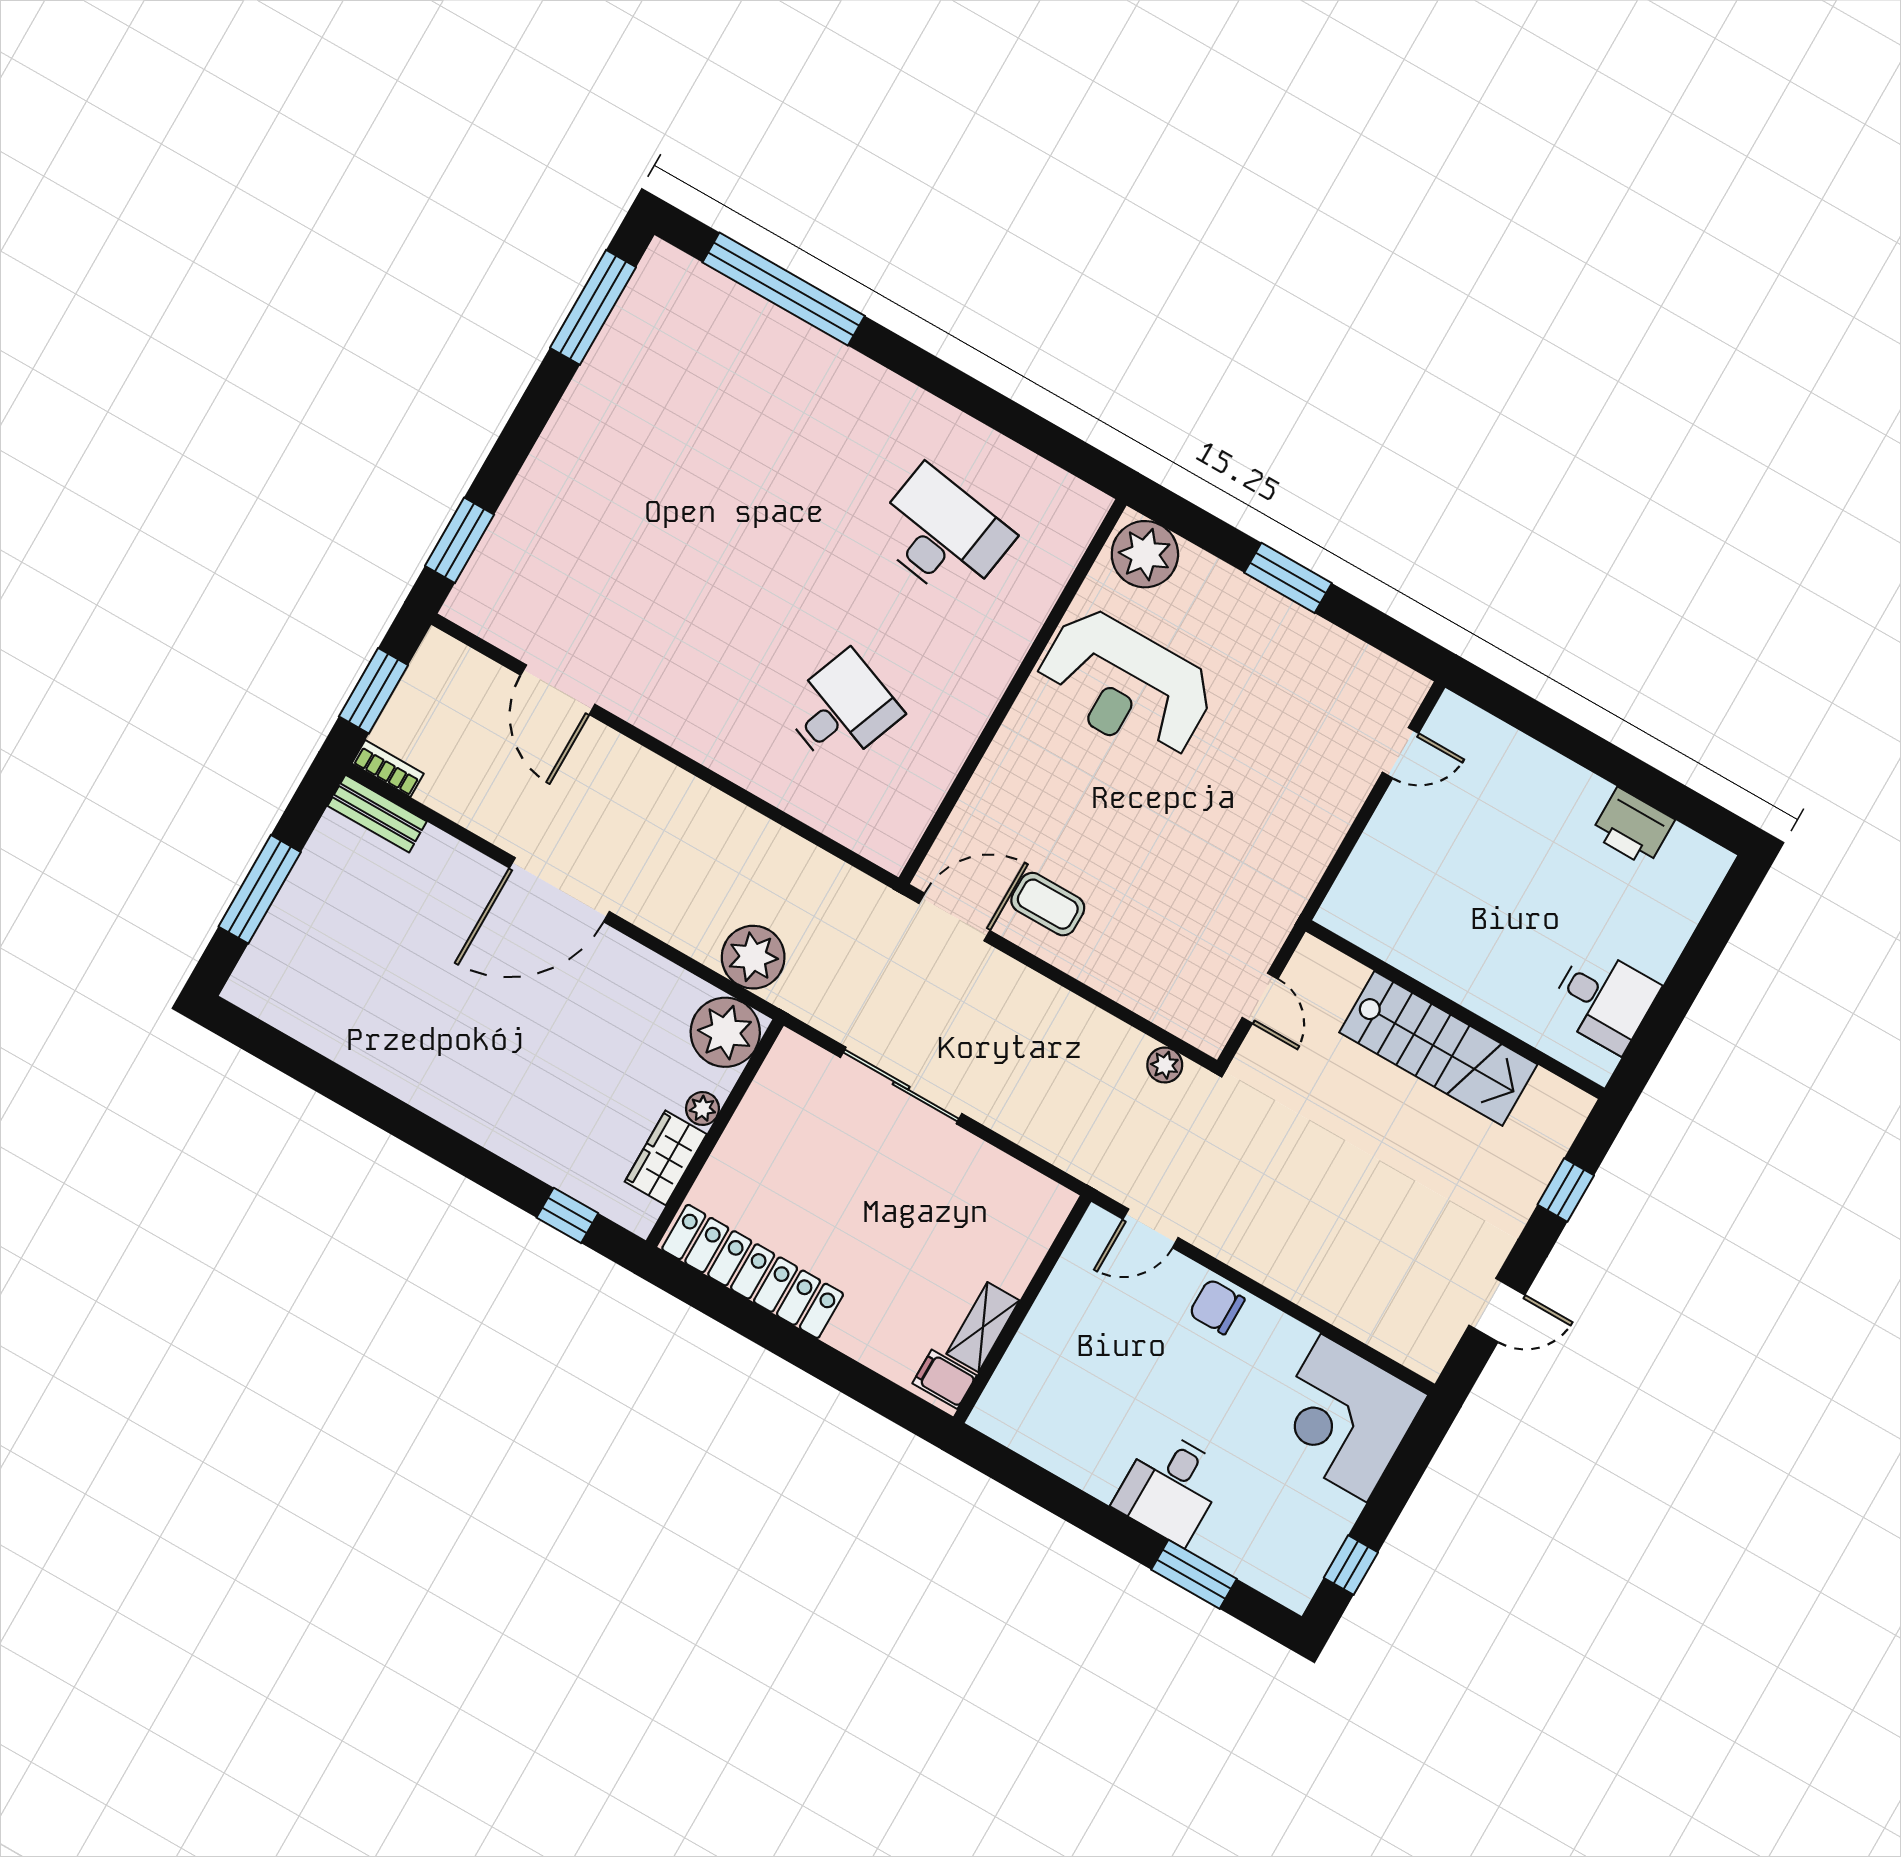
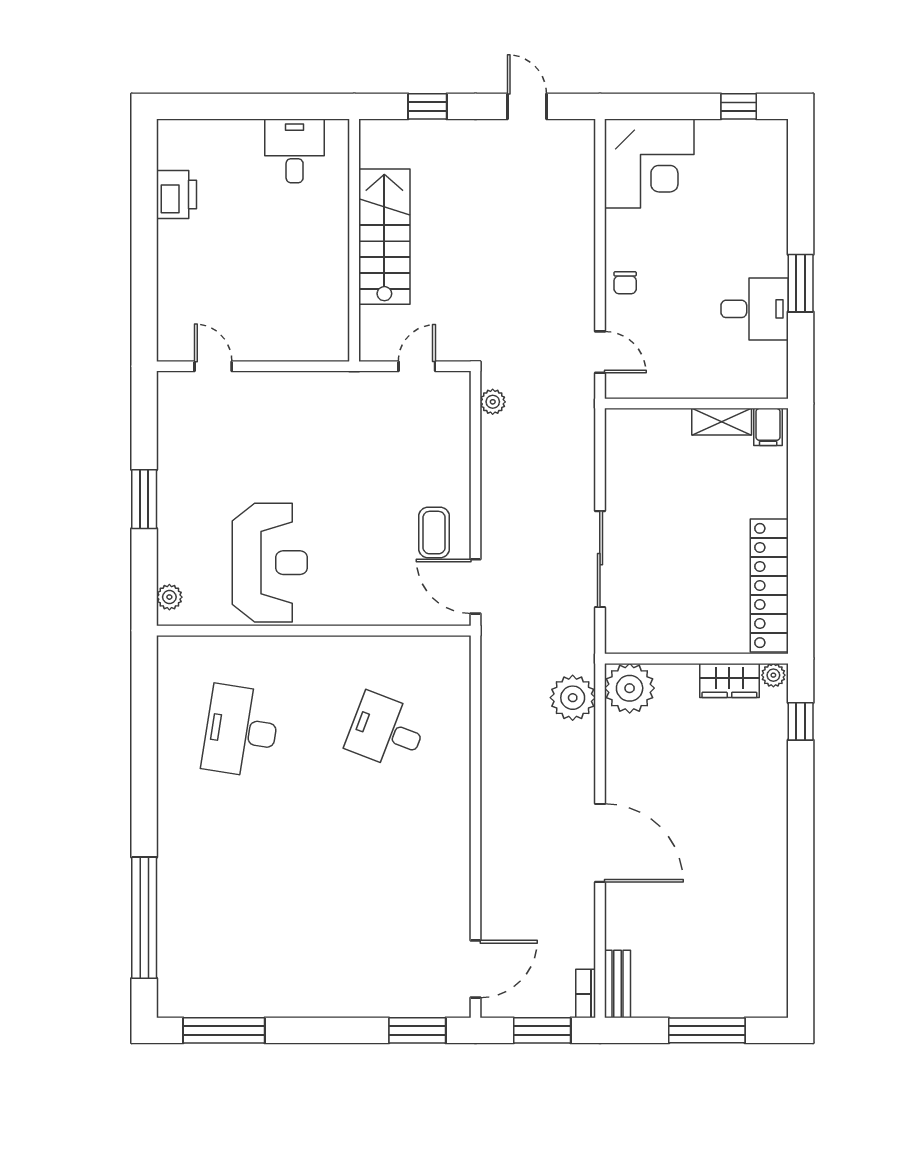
plant: (1145, 554) -> (169, 597), width x0.53, depth x0.53
door: (558, 690) -> (475, 969), moved
plant: (702, 1109) -> (773, 675), moved
chair: (1217, 1307) -> (625, 283), width x0.73, depth x0.73
desk: (1170, 1487) -> (755, 309), moved
window: (1194, 1574) -> (801, 283), moved

